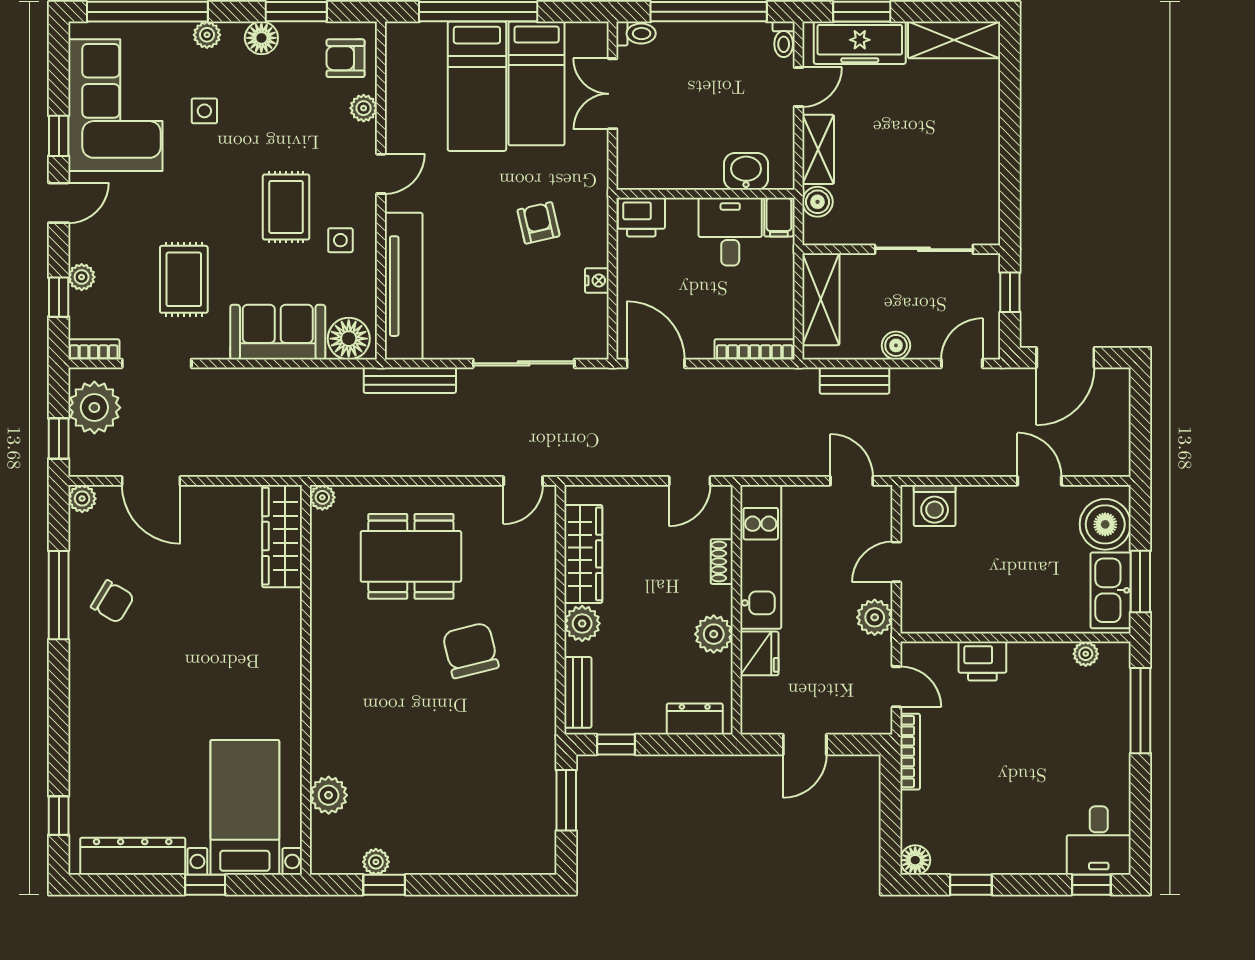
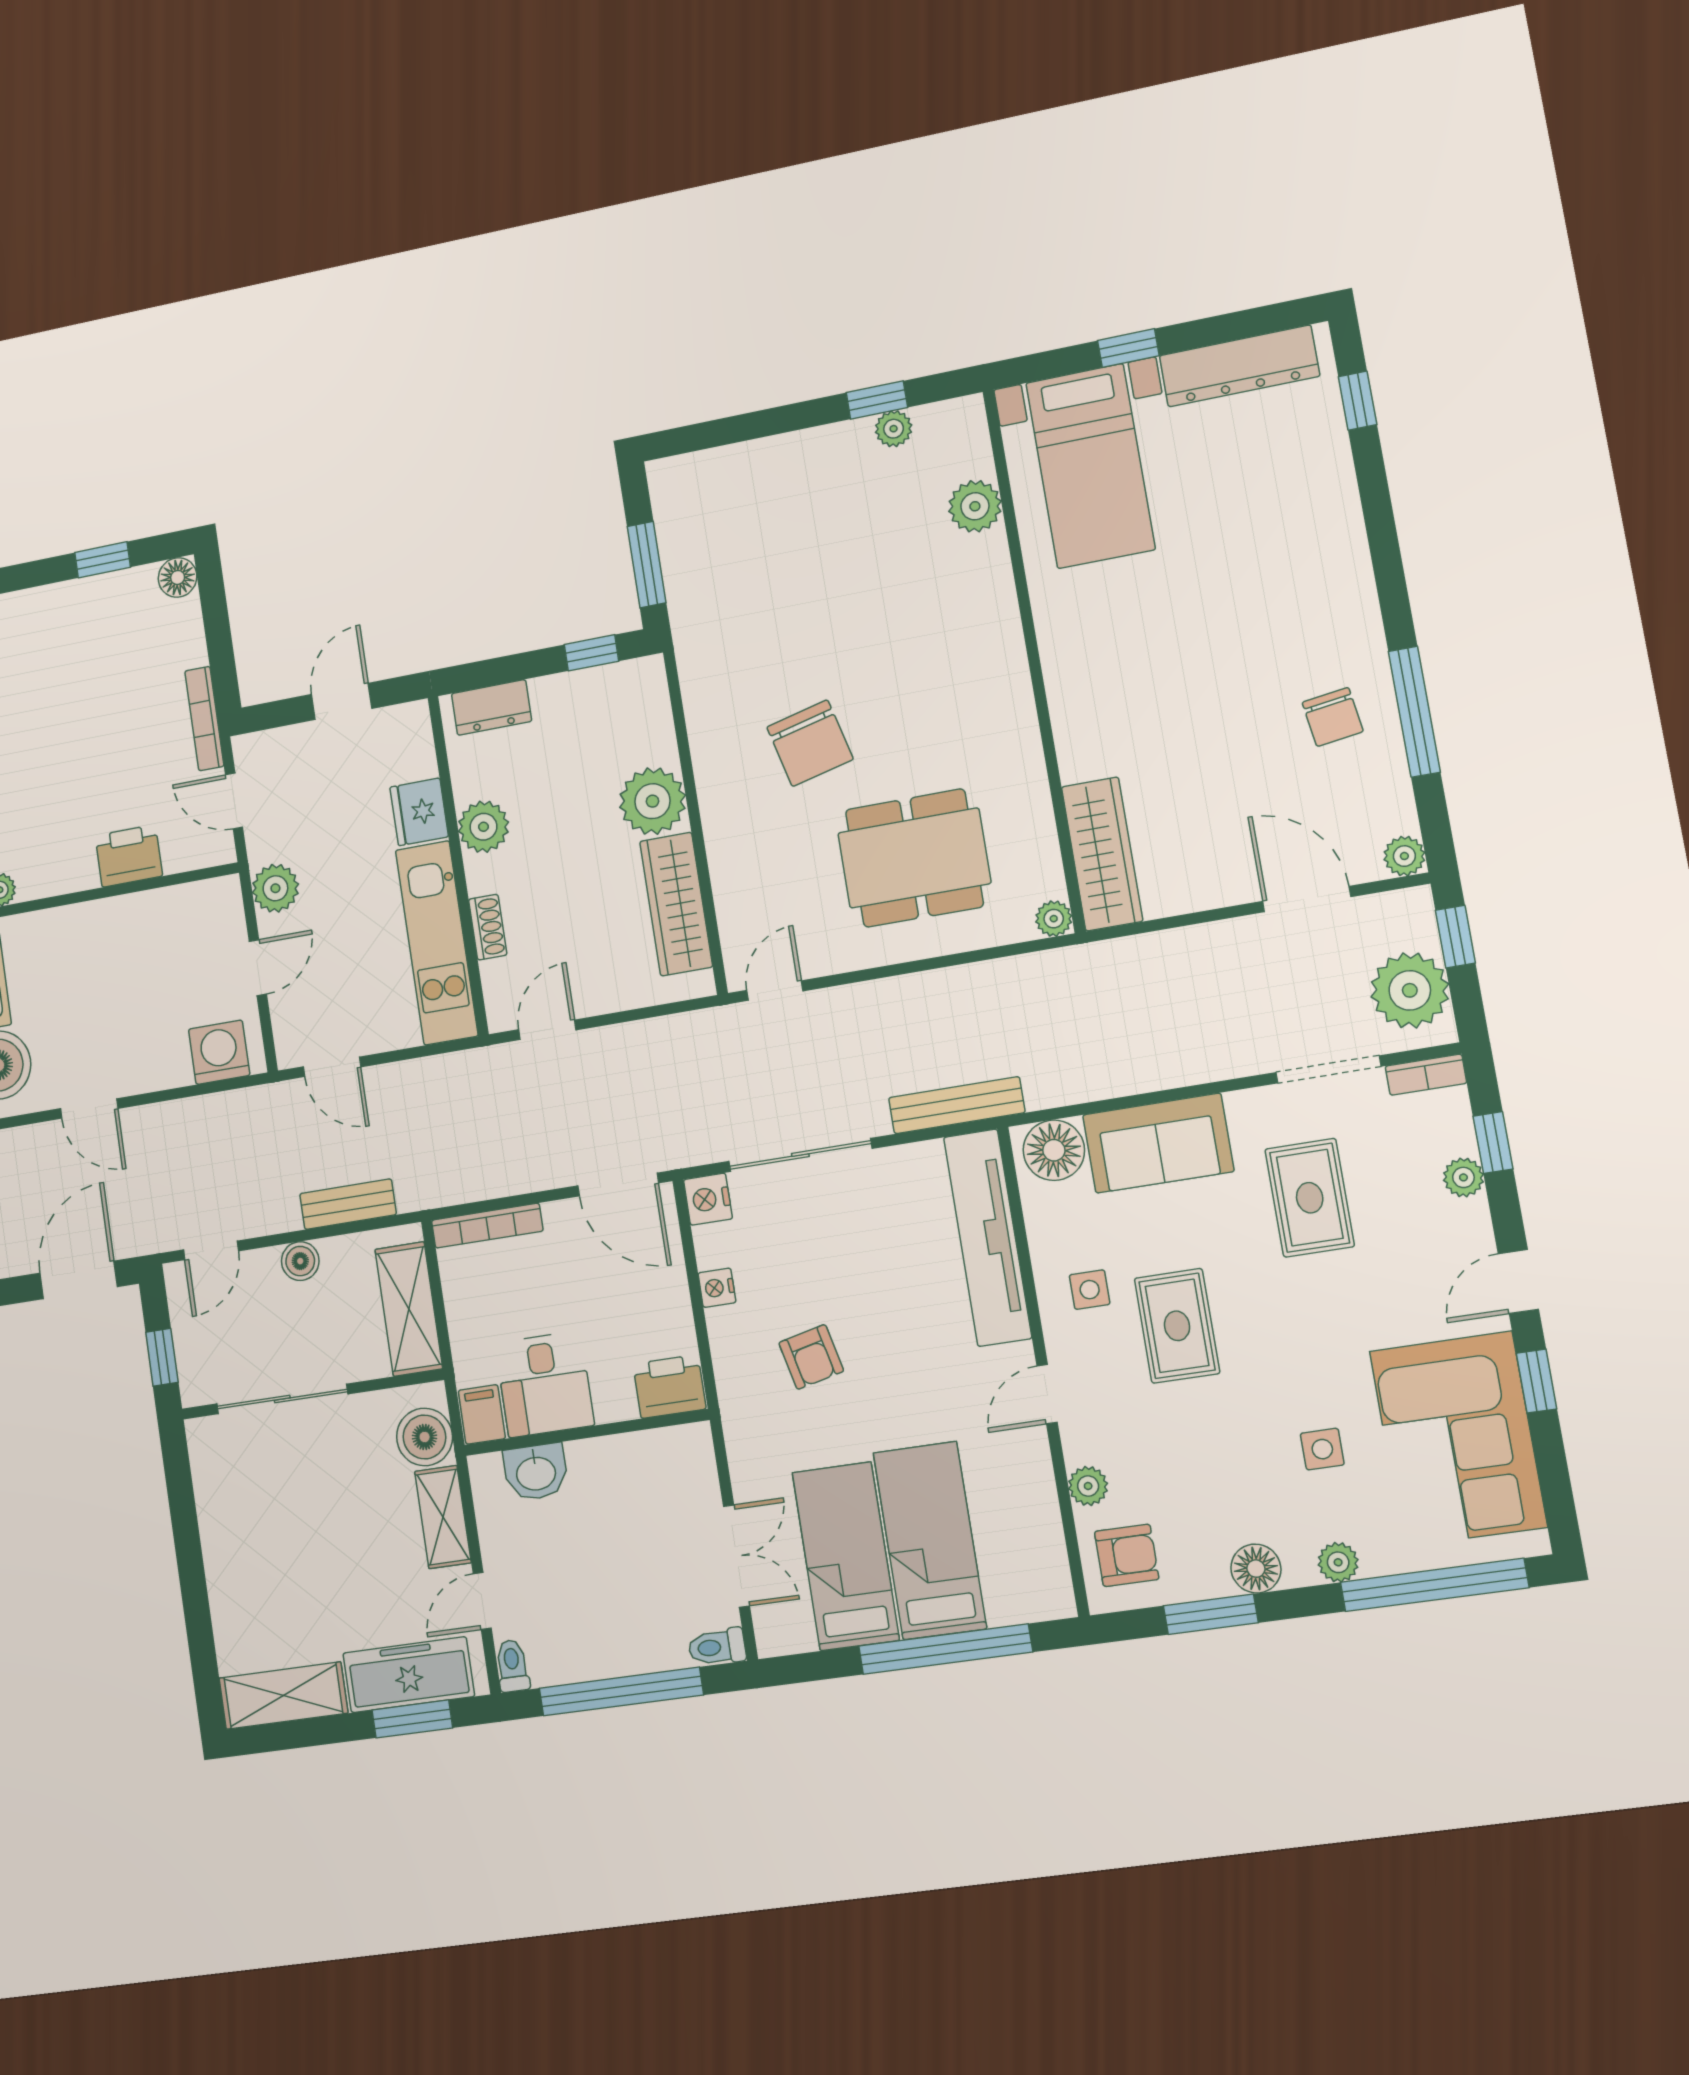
boiler: (818, 202) -> (425, 1437), width x1.36, depth x1.36
nightstand: (593, 343) -> (708, 1199), added
chair: (113, 602) -> (1333, 717), turned -129
plant: (582, 623) -> (653, 801), width x1.36, depth x1.36
bench: (578, 692) -> (654, 713), removed

